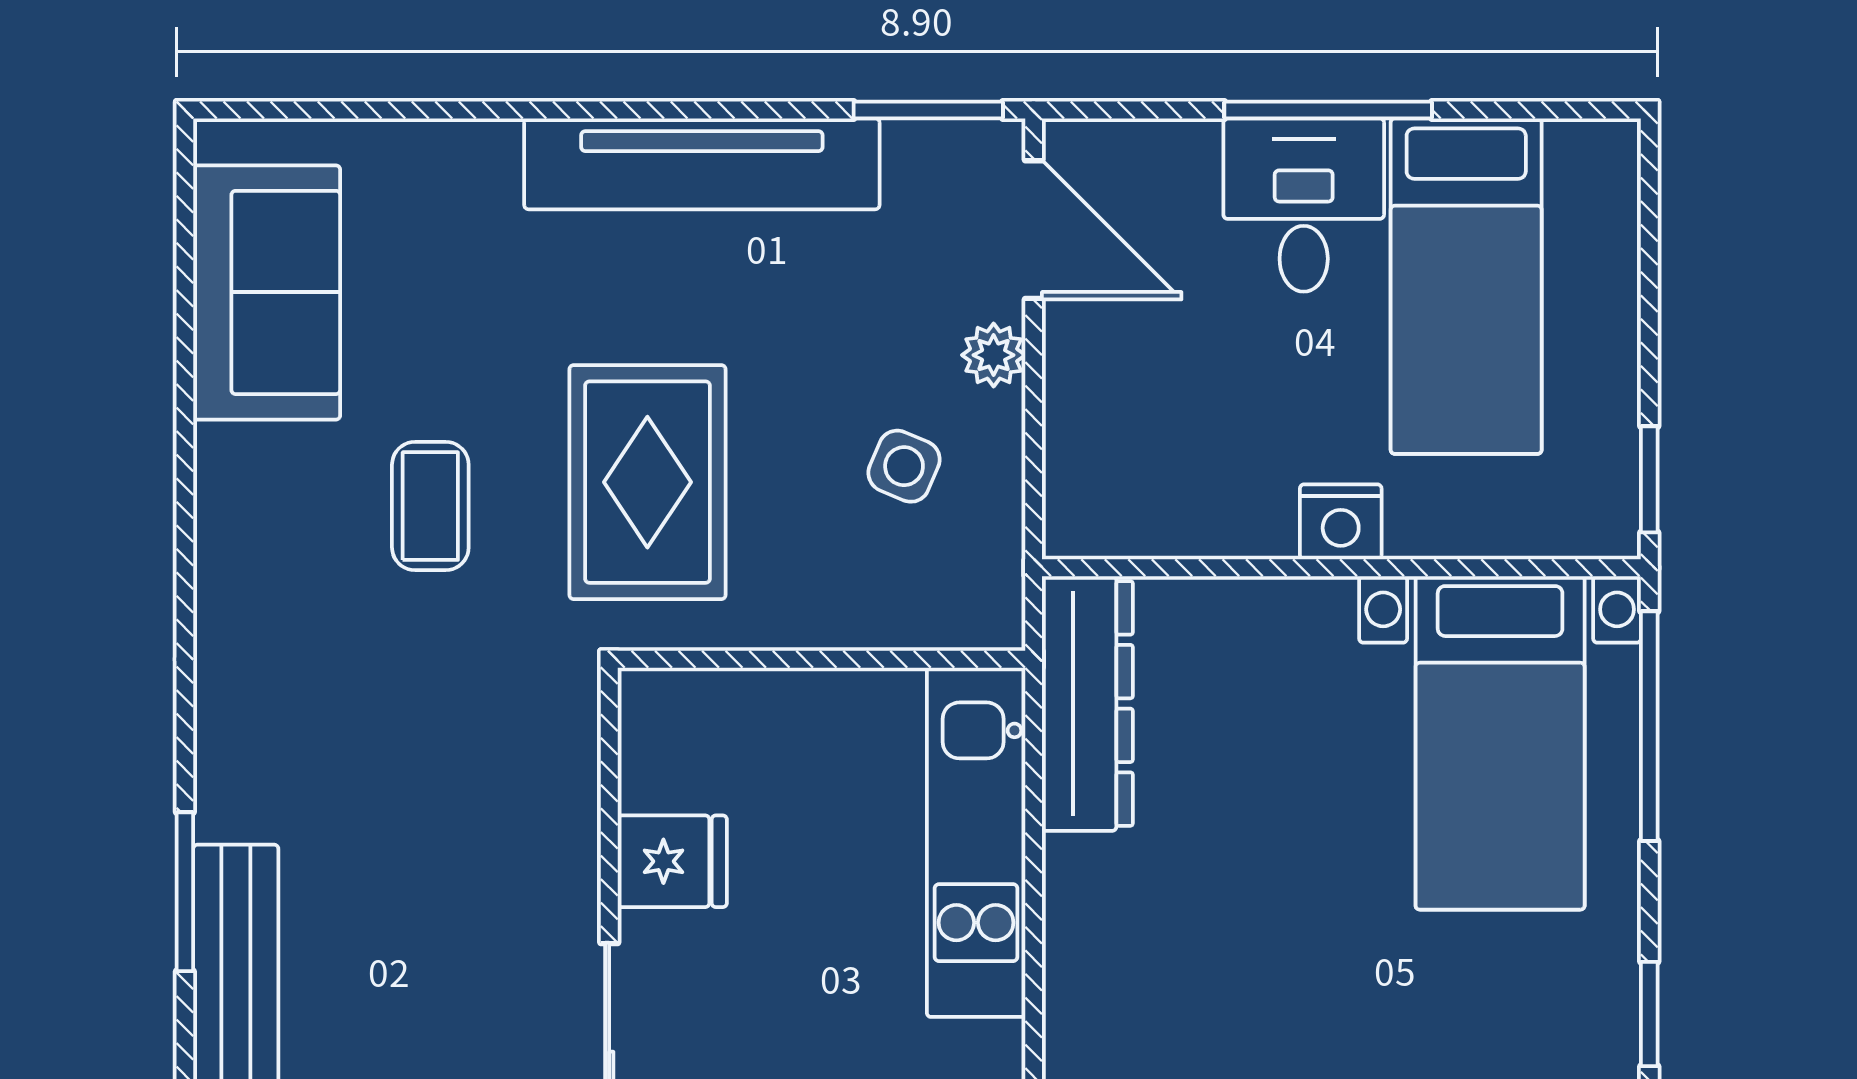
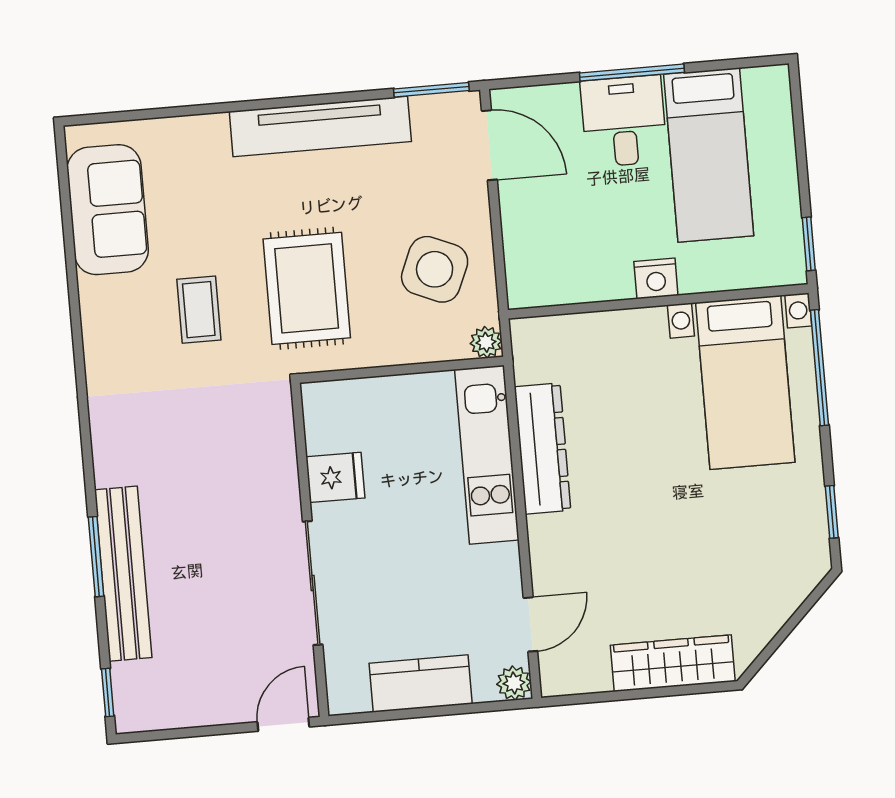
plant: (994, 355) -> (486, 342), moved
side table: (904, 466) -> (435, 269), width x1.87, depth x1.87
dresser: (1087, 703) -> (543, 449), moved
window: (185, 892) -> (96, 557), moved

